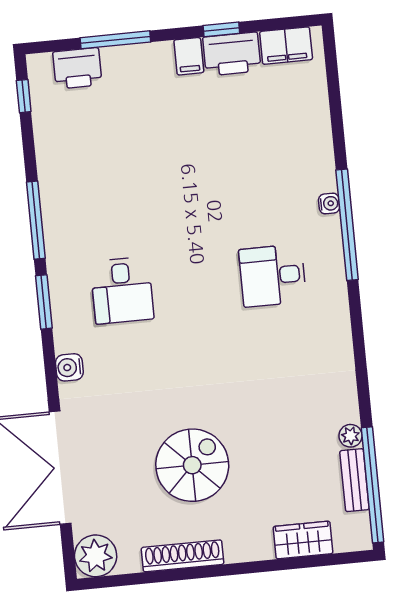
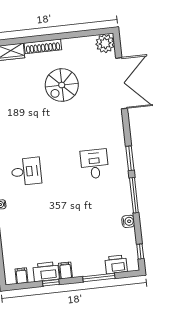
filing cabinet: (286, 46) -> (22, 276), width x0.50
water cooler: (69, 367) -> (128, 221), moved
shoe rack: (183, 556) -> (43, 46), moved

